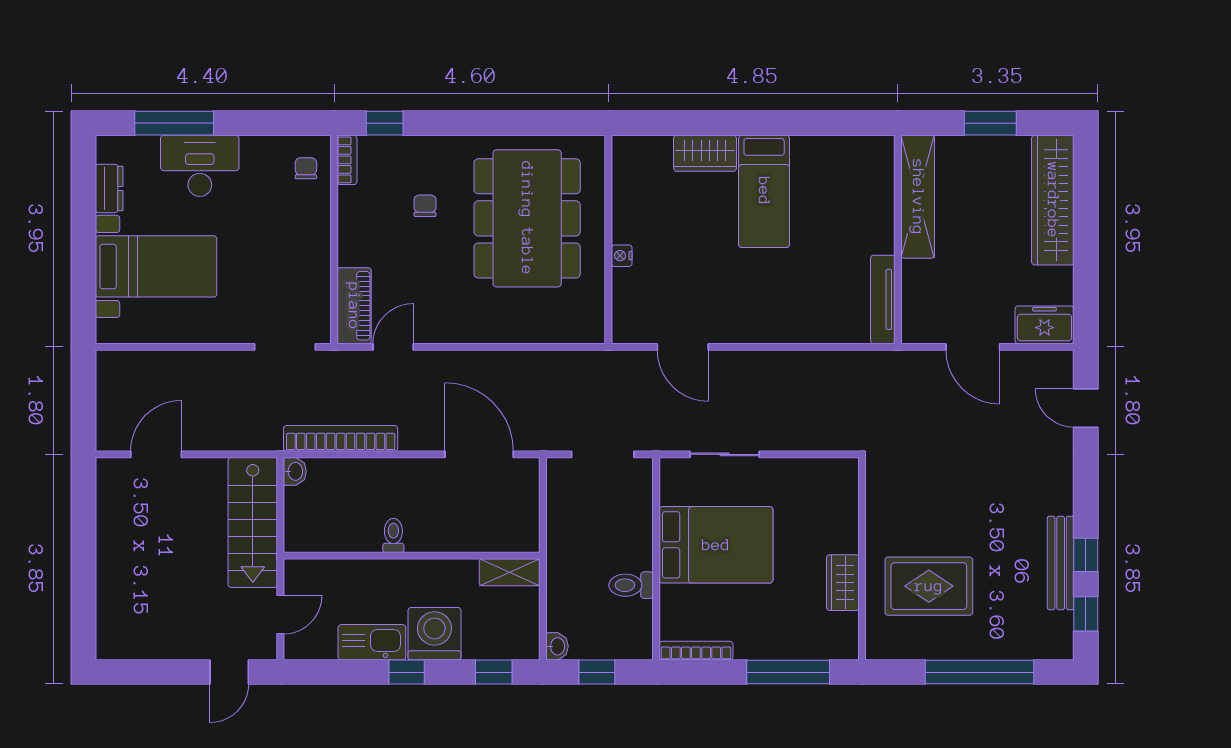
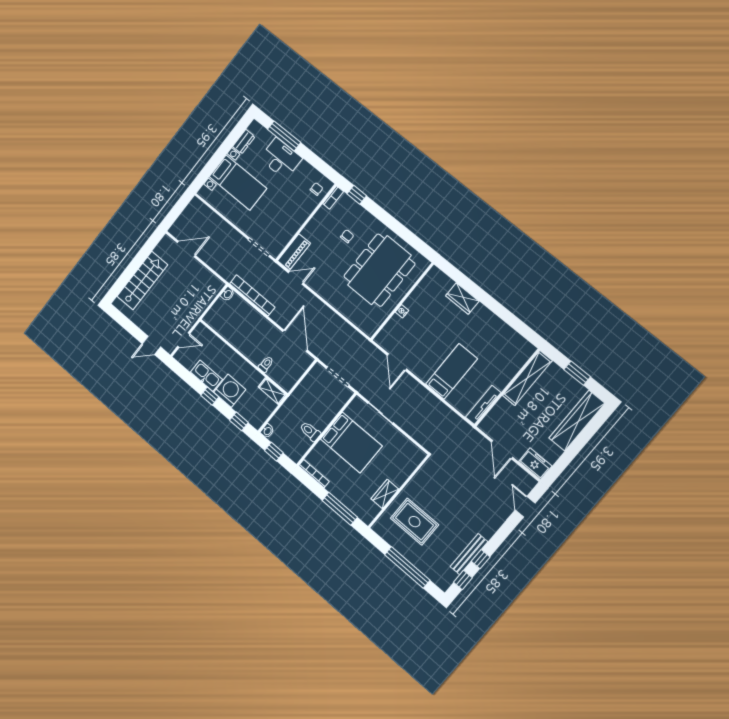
bed: (764, 191) -> (452, 371), moved, turned 180
stairs: (253, 522) -> (142, 281), moved, turned 180
toilet: (393, 536) -> (266, 364), moved

